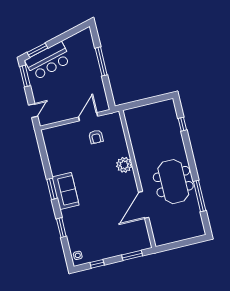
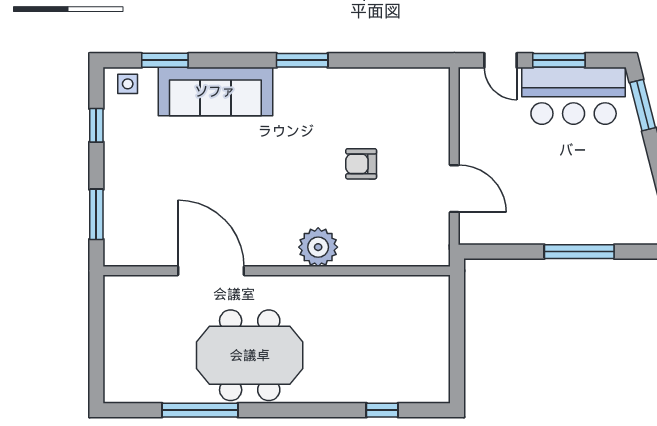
bar counter: (48, 61) -> (574, 96), moved, turned -76
window: (25, 76) -> (559, 60), moved
armchair: (96, 137) -> (361, 164), moved
sofa: (65, 191) -> (215, 91), moved, width x1.36
window: (61, 228) -> (165, 60), moved

